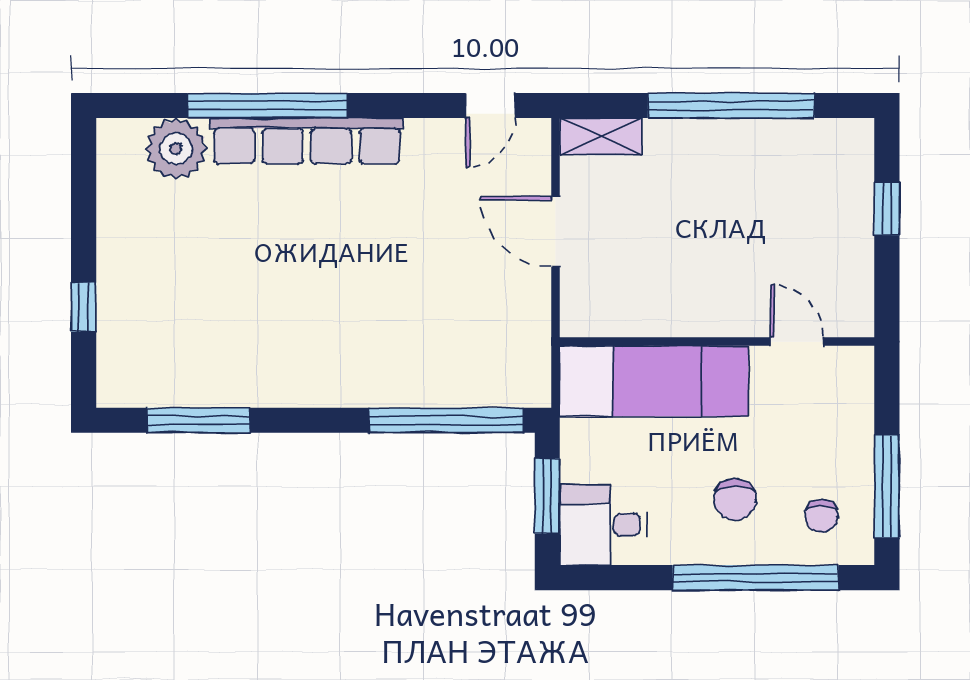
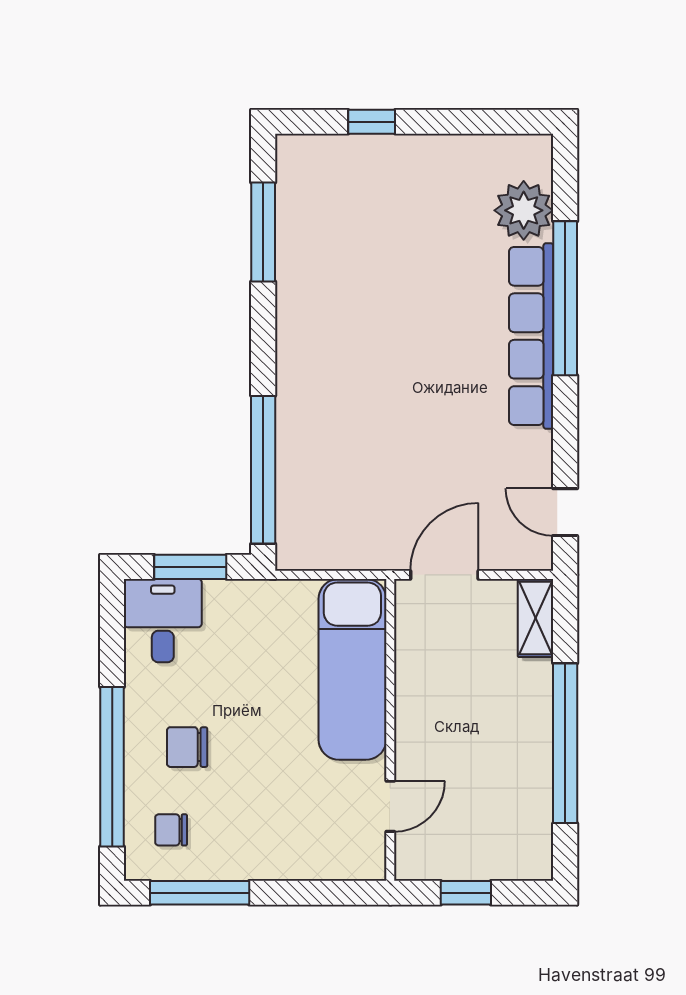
wall: (717, 342) -> (390, 730), moved
door: (797, 342) -> (390, 806), moved
exam couch: (654, 381) -> (352, 669), moved

